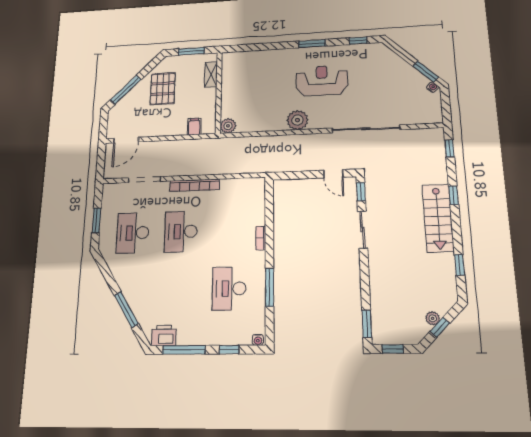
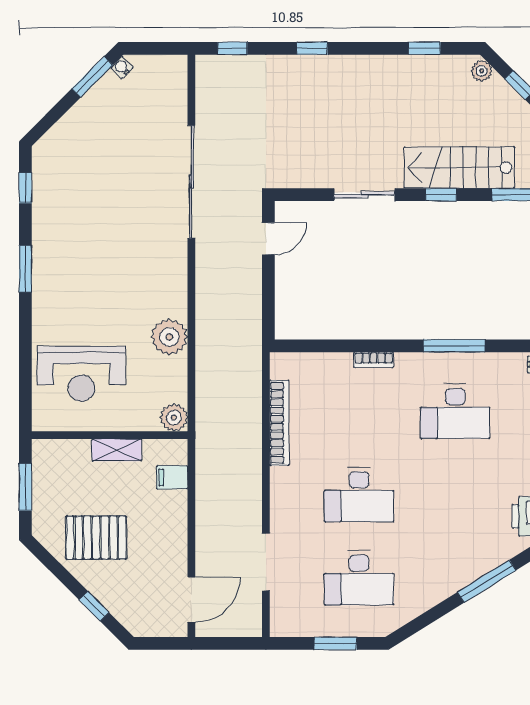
shelving: (211, 74) -> (117, 450), moved
reception desk: (322, 81) -> (81, 374), moved, turned -90
window: (126, 90) -> (94, 606), width x0.46
plant: (297, 120) -> (169, 337), moved
door: (126, 140) -> (191, 600), hinge flipped
bookcase: (194, 185) -> (279, 423), moved
window: (361, 192) -> (441, 195), moved
stairs: (438, 218) -> (459, 168), moved, turned 180
plant: (433, 318) -> (482, 71), moved

